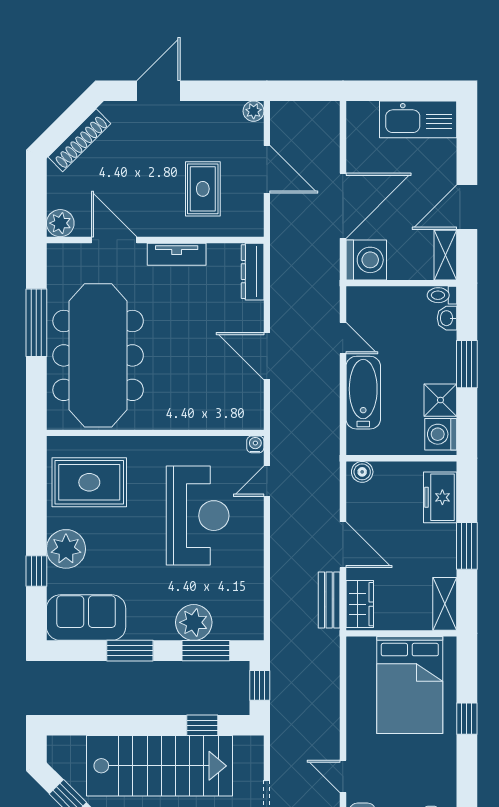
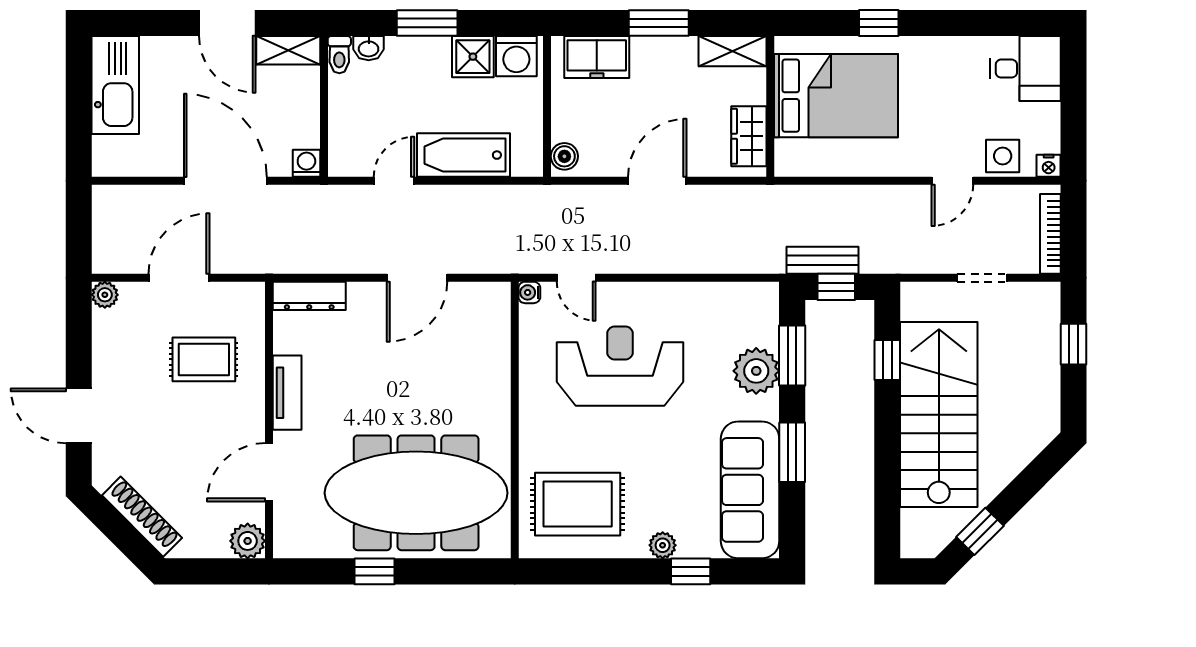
washing machine: (366, 260) -> (306, 163), width x0.53, depth x0.53
window: (36, 323) -> (374, 571), width x0.46
rug: (89, 482) -> (578, 504), turned 90
plant: (66, 549) -> (663, 545), width x0.53, depth x0.53
bench: (329, 600) -> (823, 260), moved
wardrobe: (360, 604) -> (749, 136), moved, turned -90
sofa: (86, 618) -> (750, 490), width x1.36

